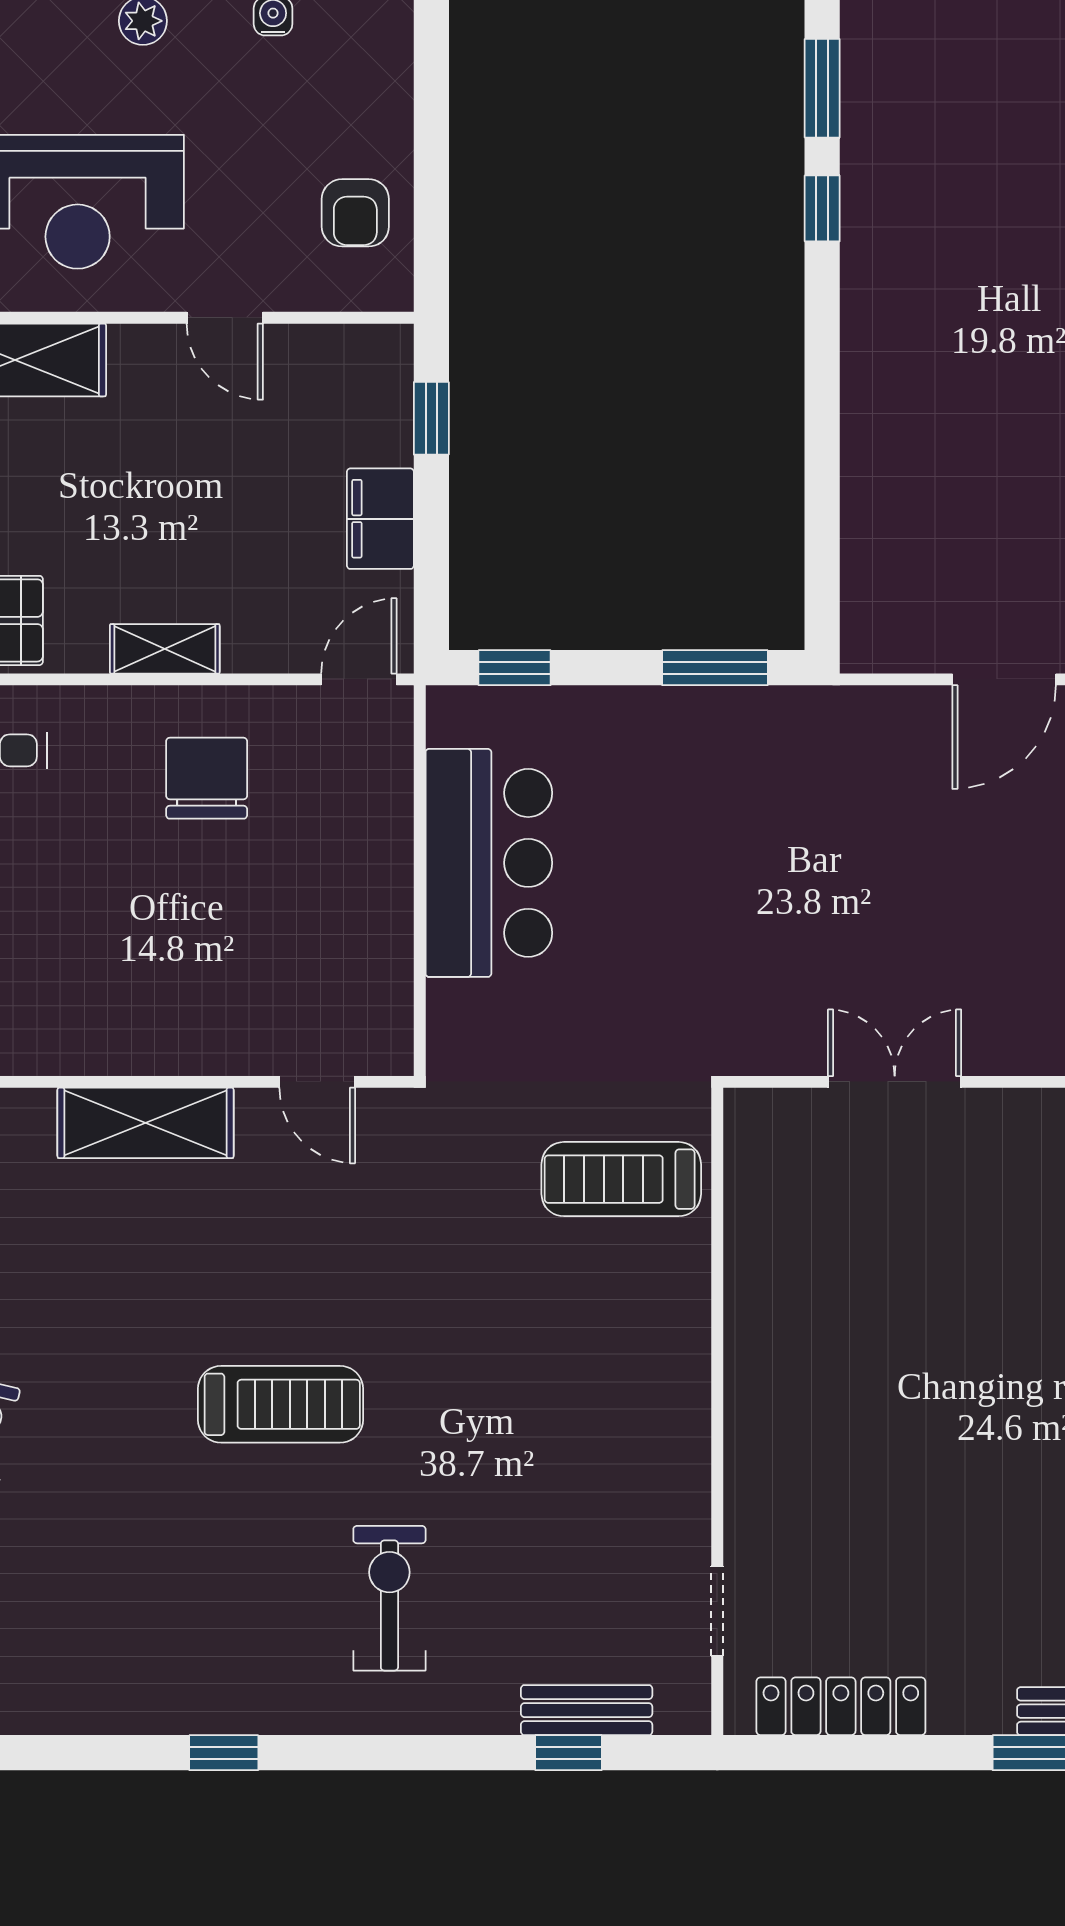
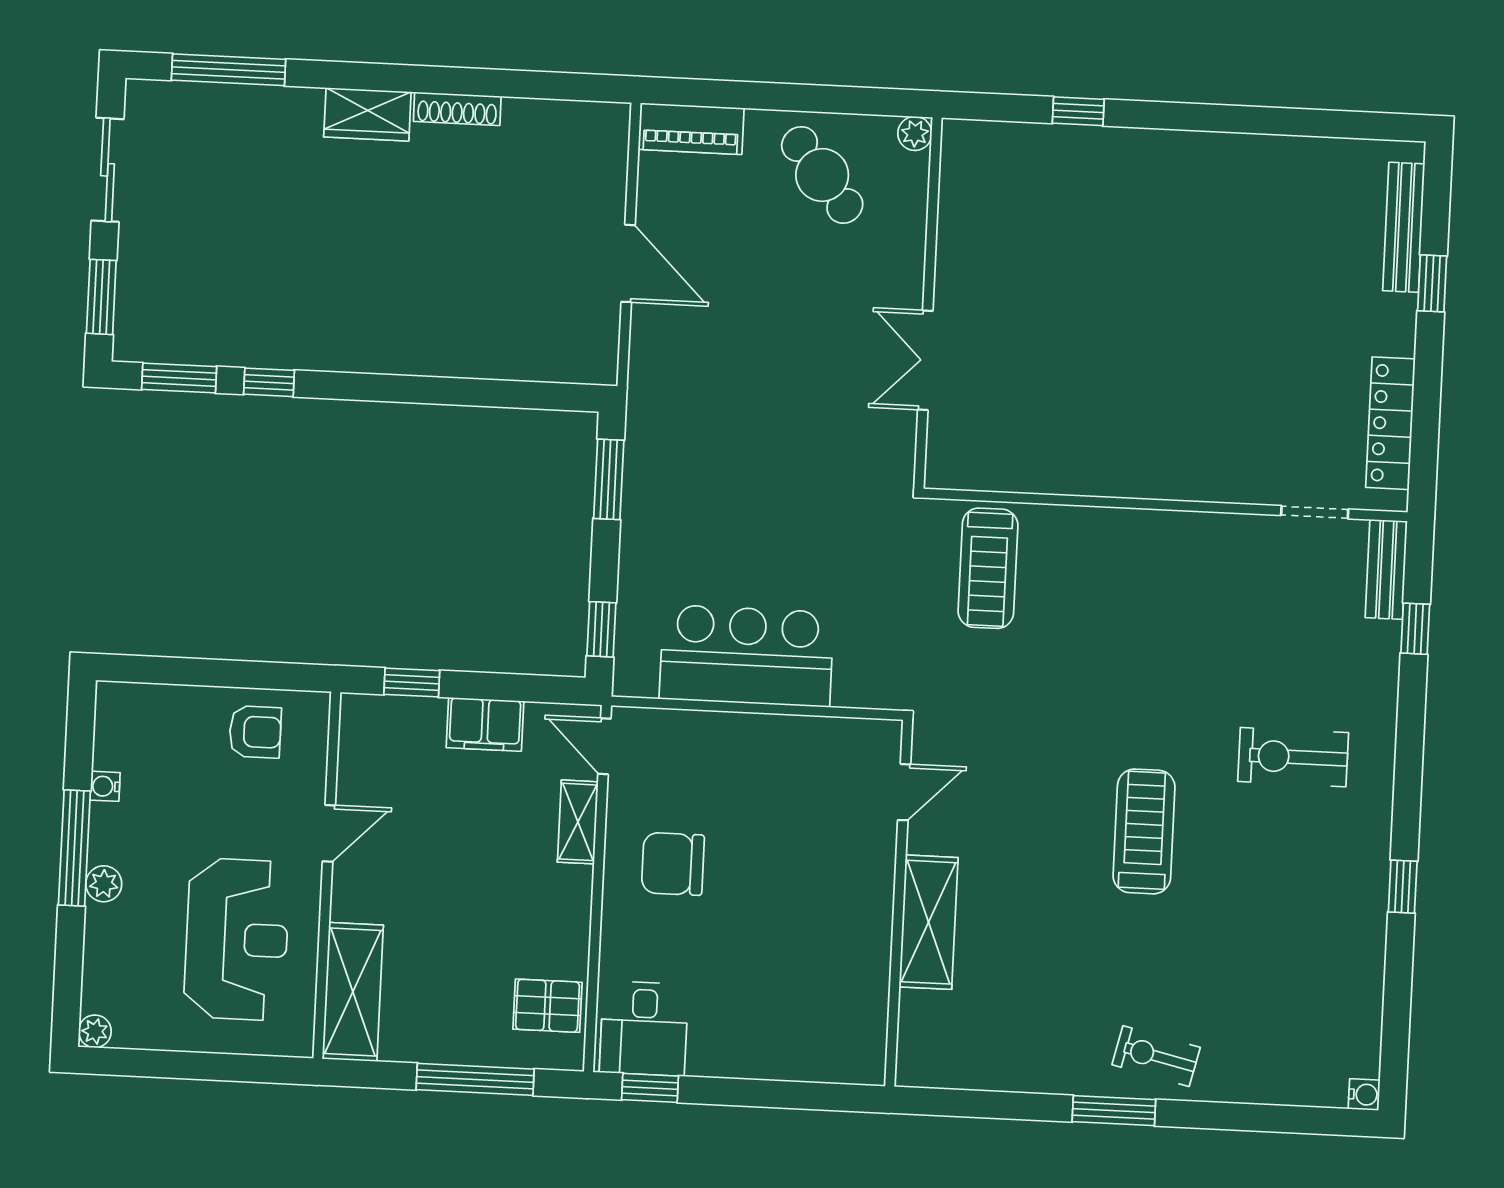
shelving: (165, 649) -> (578, 822), moved
bench: (587, 1710) -> (1386, 569), moved

